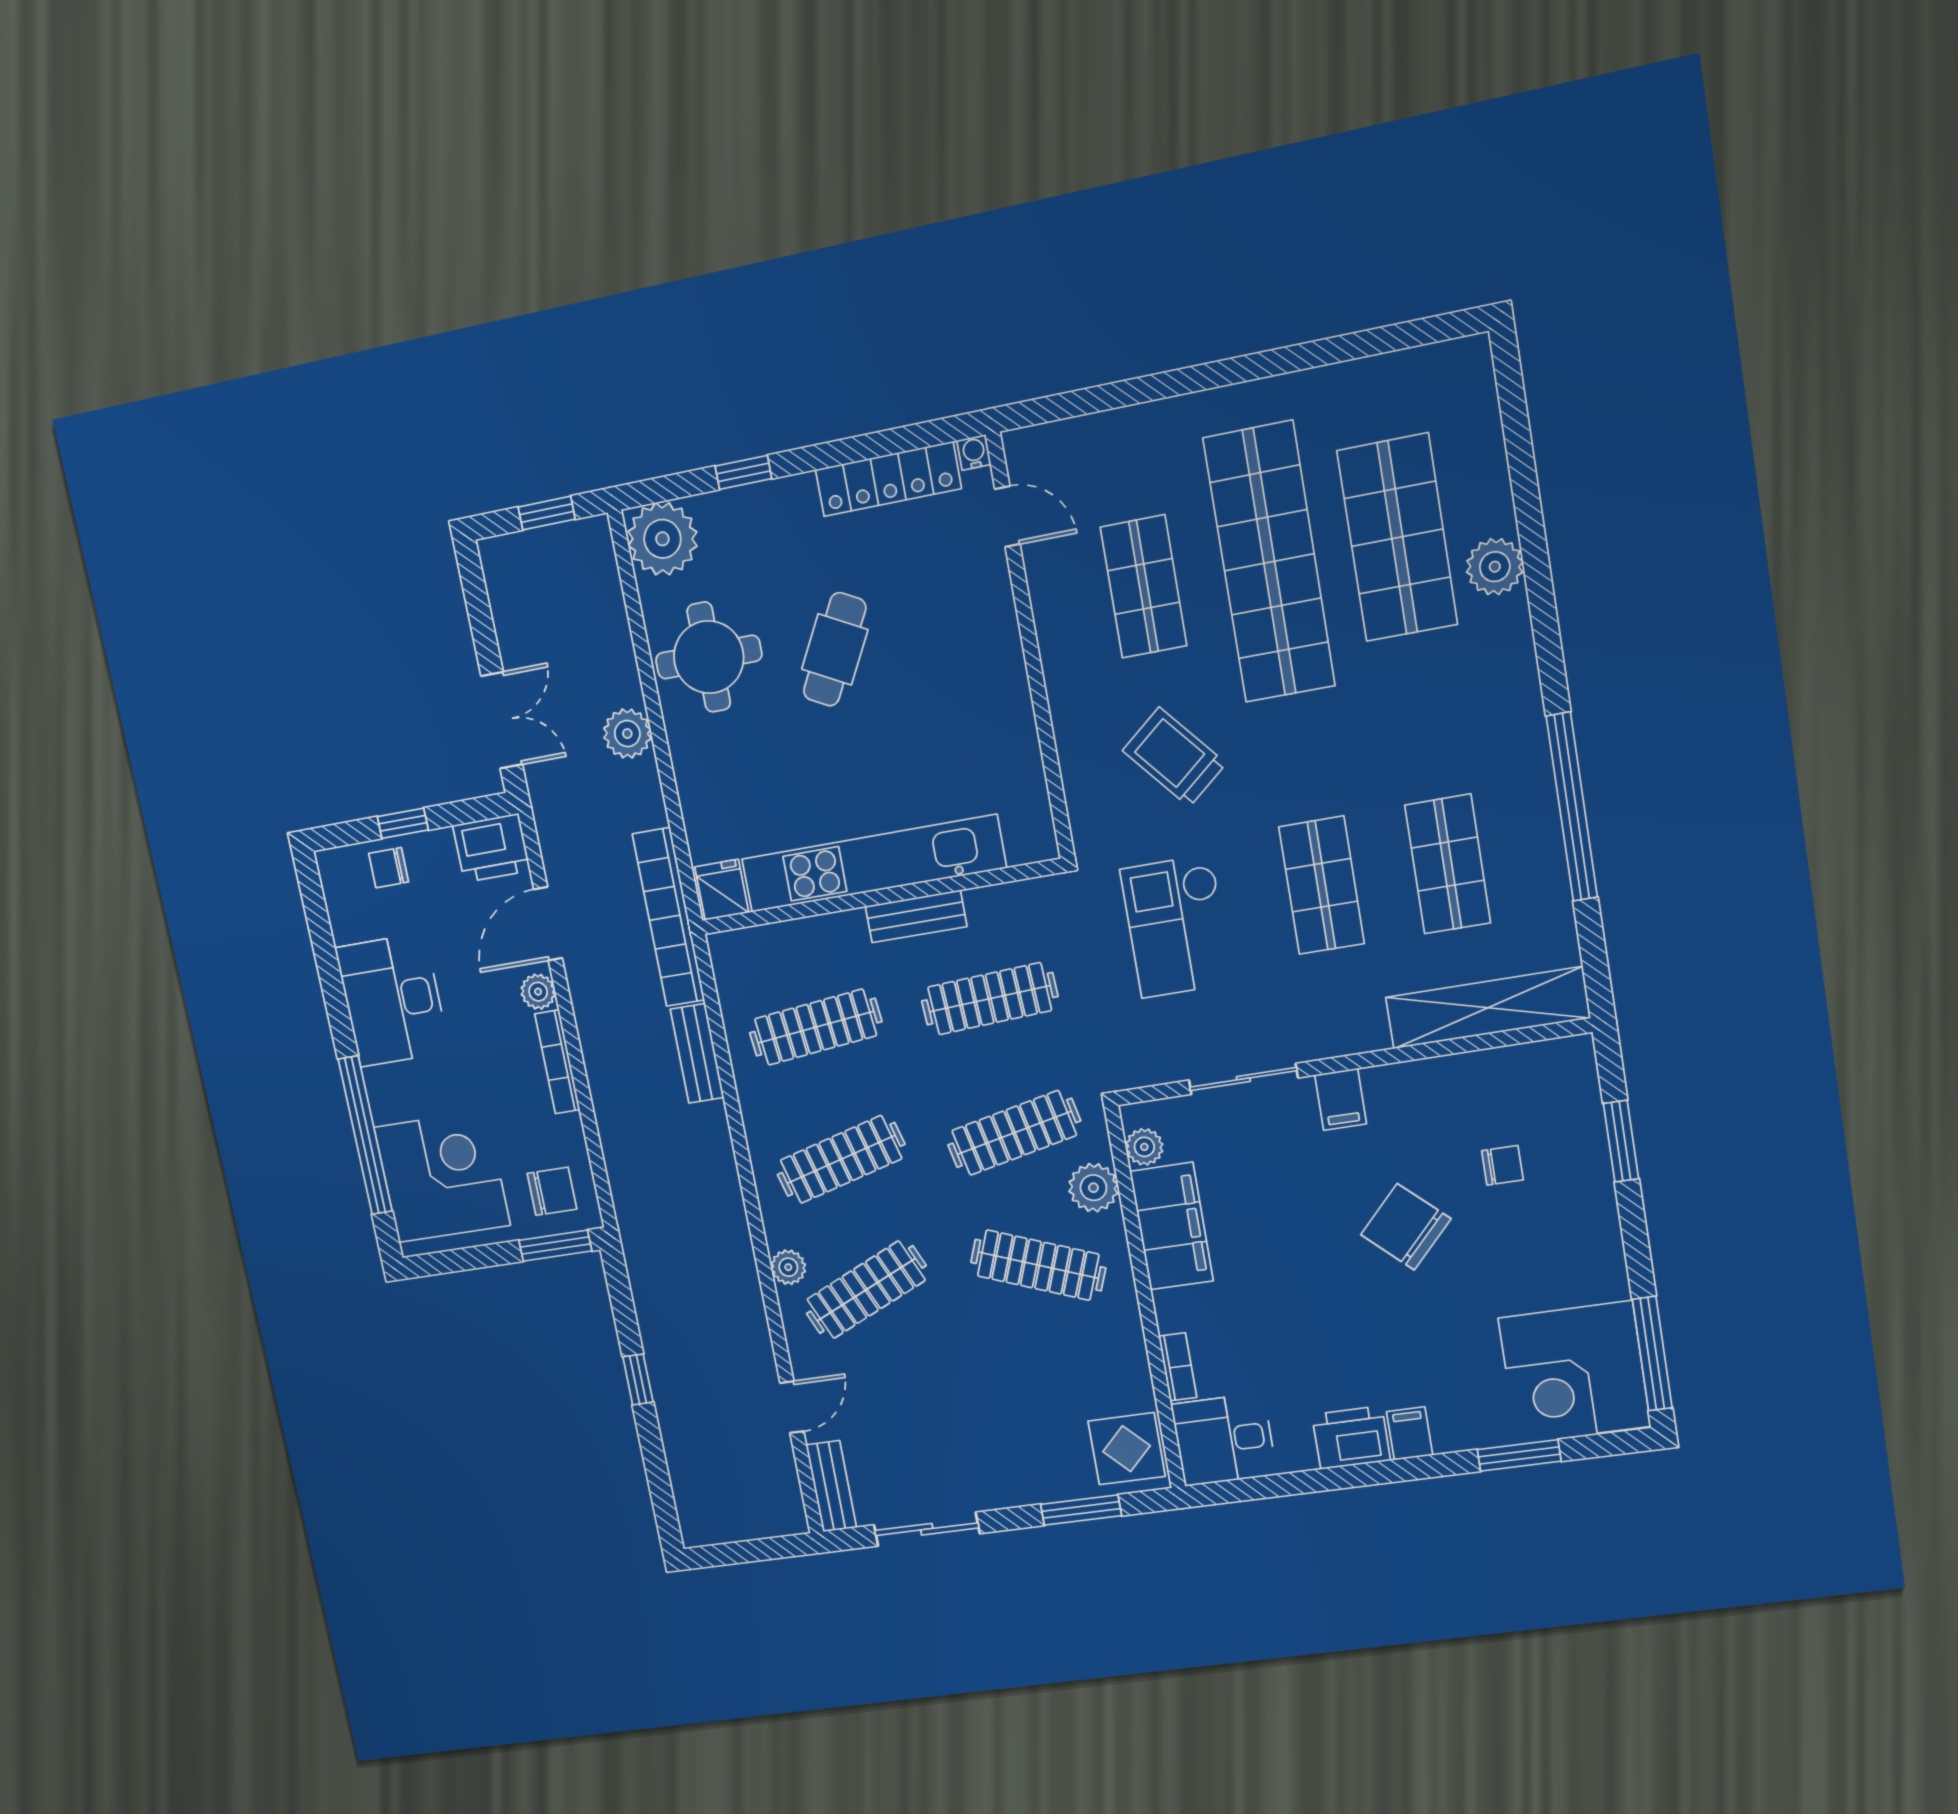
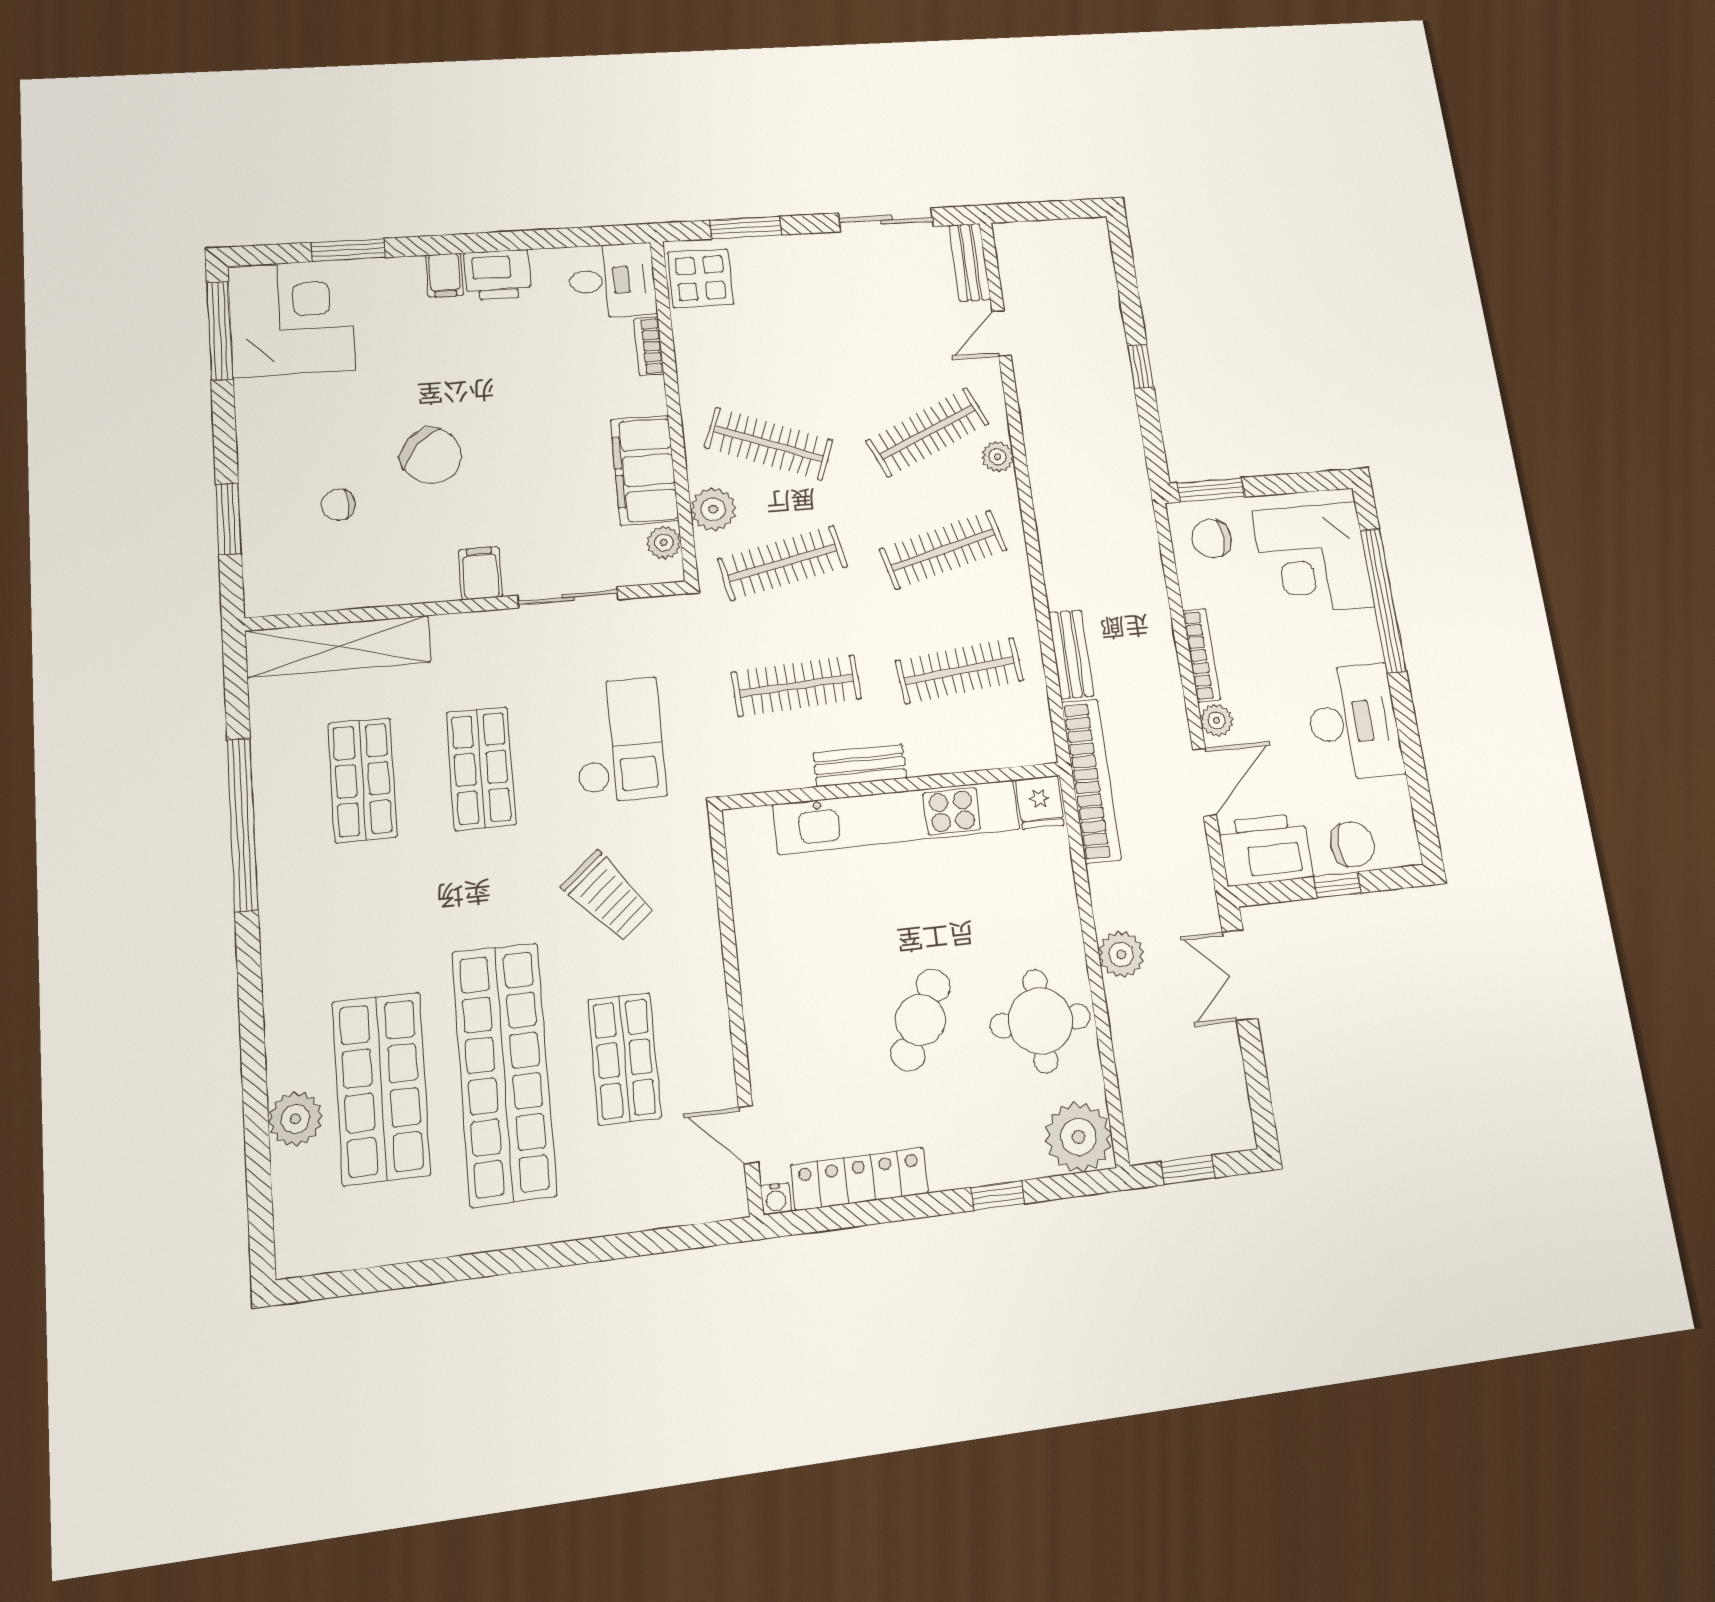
plant: (1495, 567) -> (295, 1119), moved
printer: (491, 848) -> (1265, 850), width x1.37, depth x1.19
chair: (389, 868) -> (1352, 844), width x1.37, depth x1.37

